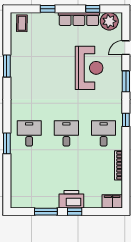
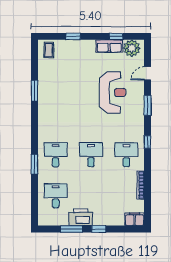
row of seats: (79, 19) -> (109, 46), width x0.68
desk: (29, 177) -> (56, 196), added
printer: (71, 199) -> (81, 217), moved

